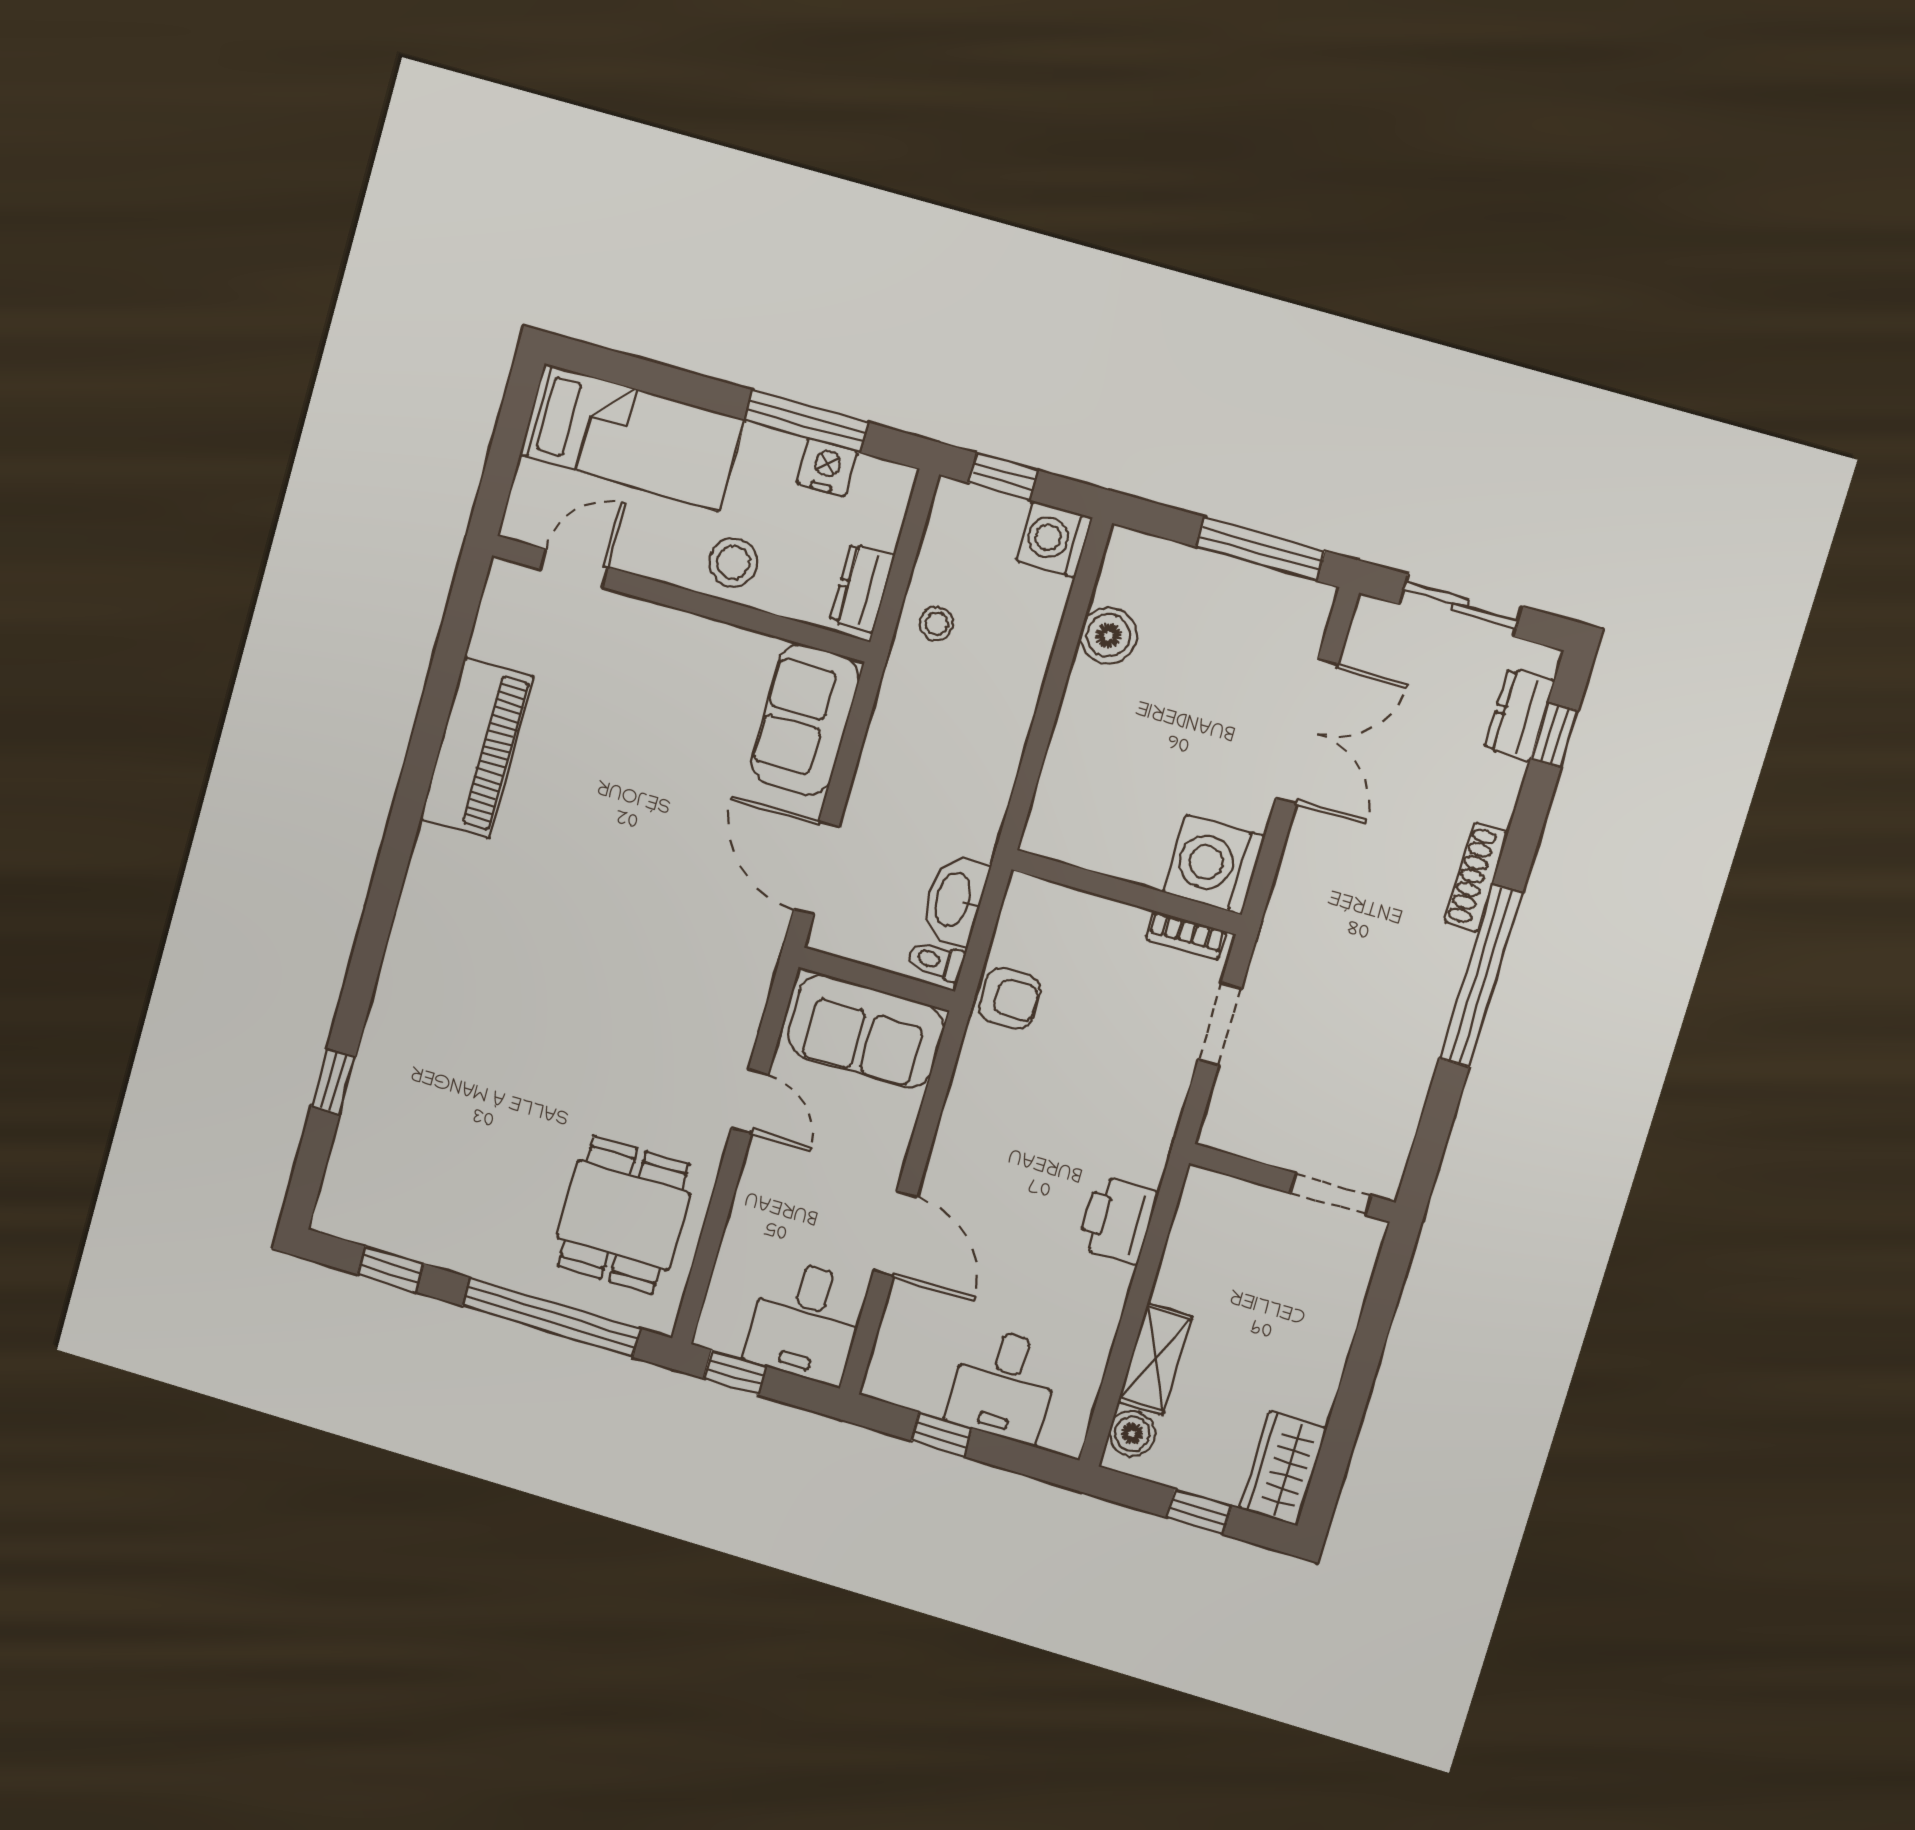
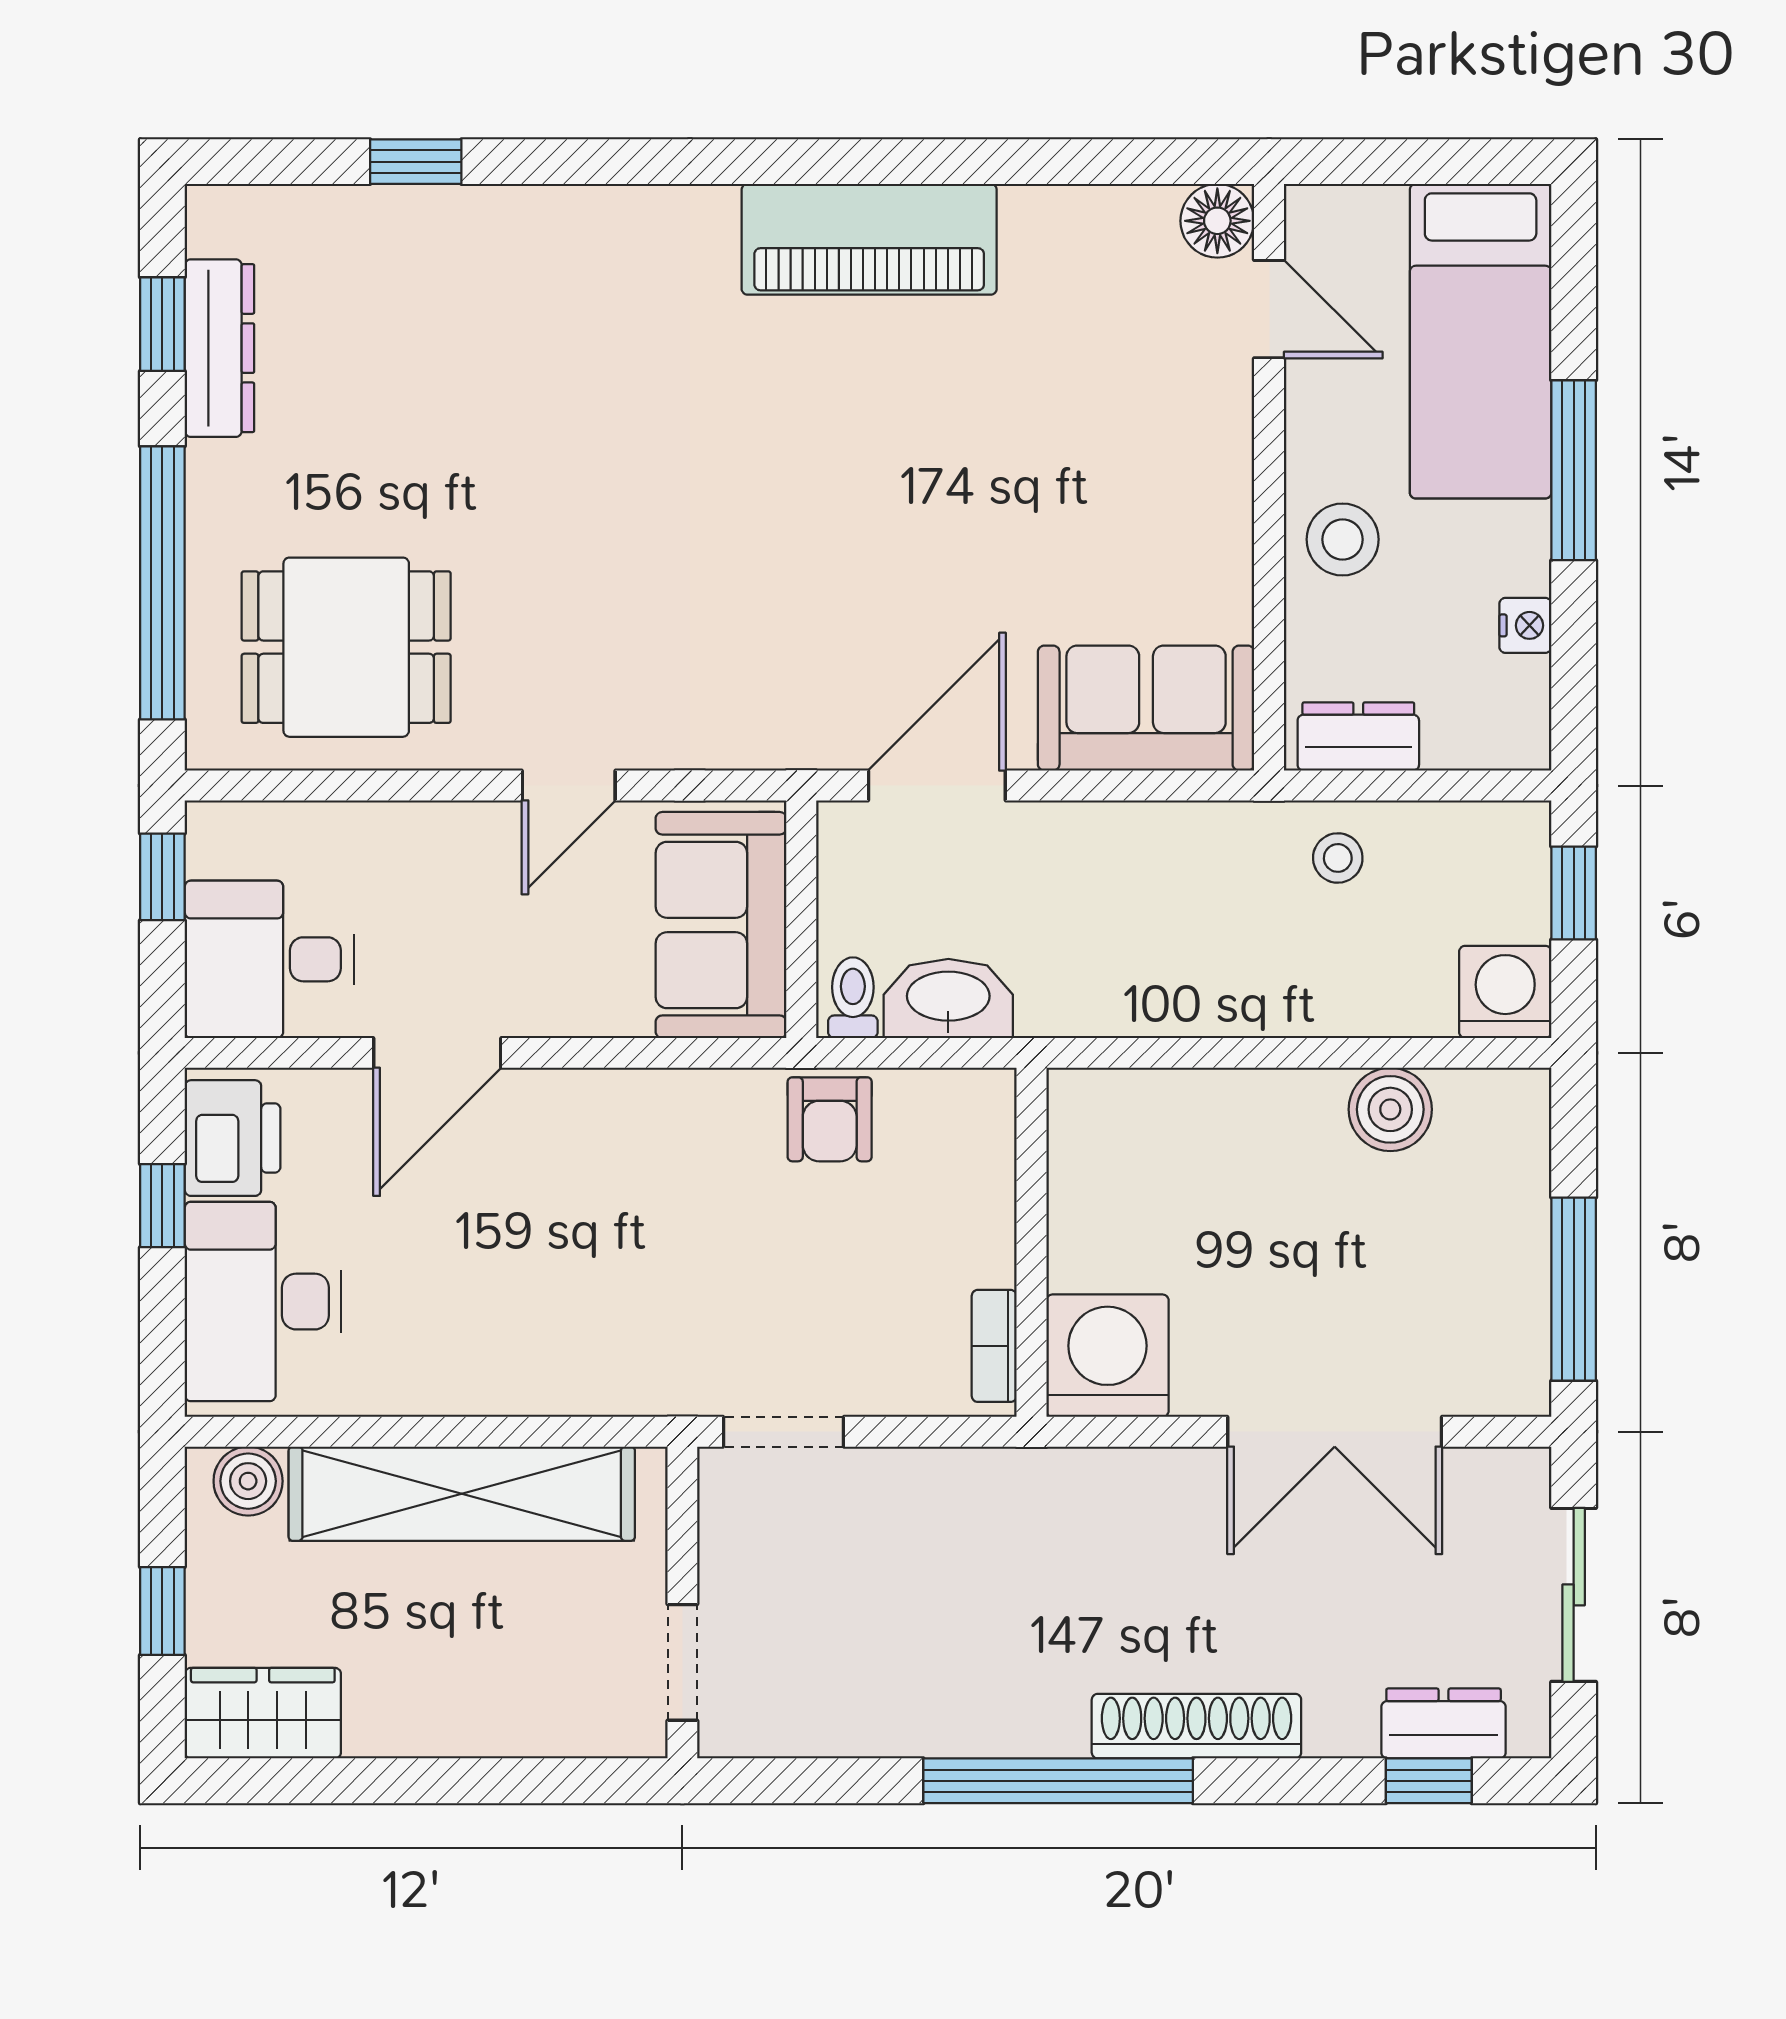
window: (806, 421) -> (1574, 470), moved
nightstand: (827, 467) -> (1525, 625), width x0.72, depth x0.74
floor lamp: (509, 585) -> (1217, 221), added
piano: (477, 748) -> (869, 239), moved
shoe rack: (1476, 877) -> (1196, 1726), width x1.36, depth x1.24
doorway: (1220, 1024) -> (783, 1432), moved
printer: (1118, 1220) -> (233, 1138), moved, turned 90
dresser: (415, 1238) -> (219, 348), added
shelving: (1155, 1359) -> (462, 1494), width x2.20, depth x1.33
desk: (1004, 1385) -> (263, 1302), width x1.37

